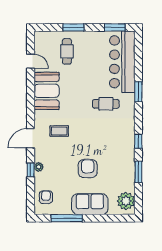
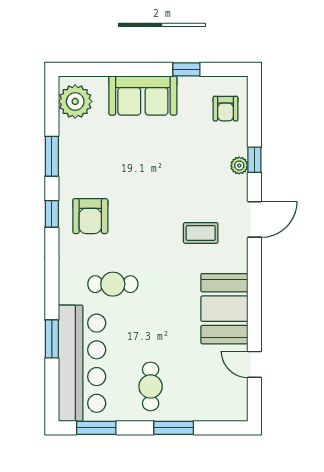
cafe table: (67, 51) -> (151, 386), moved
window: (138, 92) -> (52, 339), moved
armchair: (88, 169) -> (90, 216), moved
window: (67, 218) -> (186, 69), width x0.46

